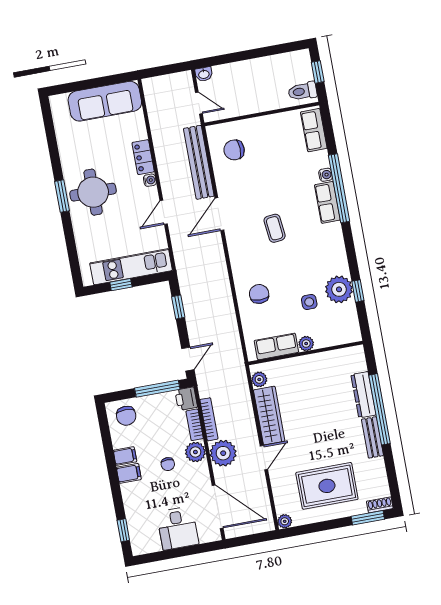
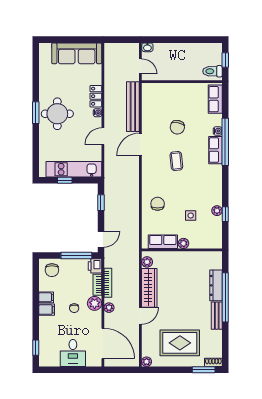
chair: (234, 150) -> (177, 127), moved, turned -79
plant: (339, 289) -> (217, 211), width x0.53, depth x0.53
plant: (223, 453) -> (109, 308), width x0.53, depth x0.53

